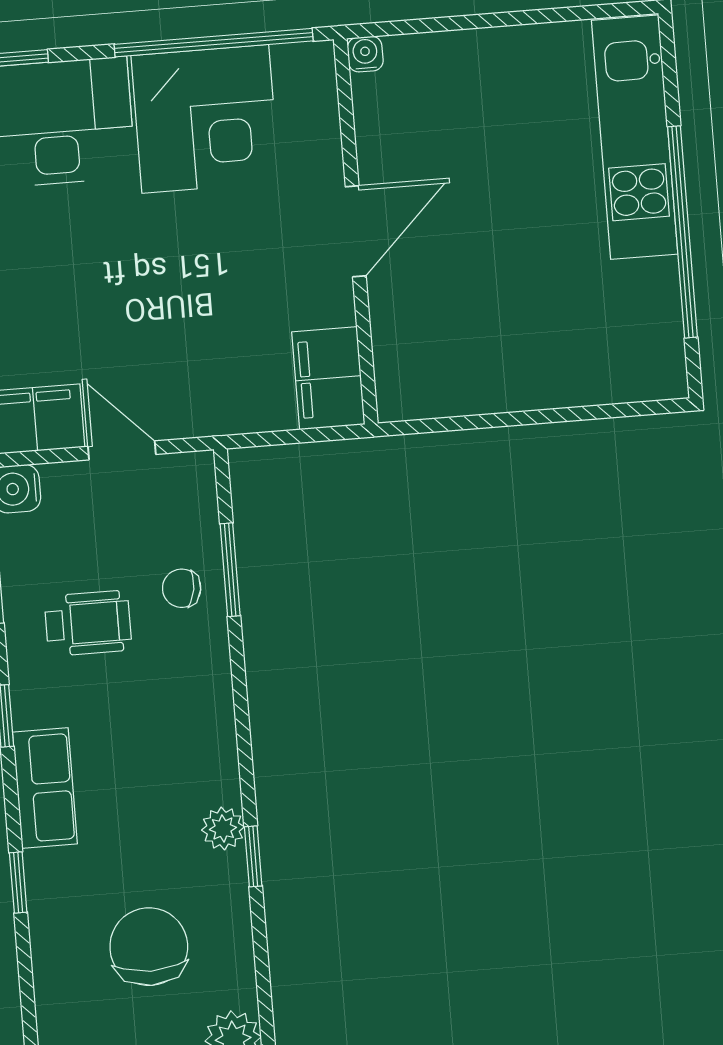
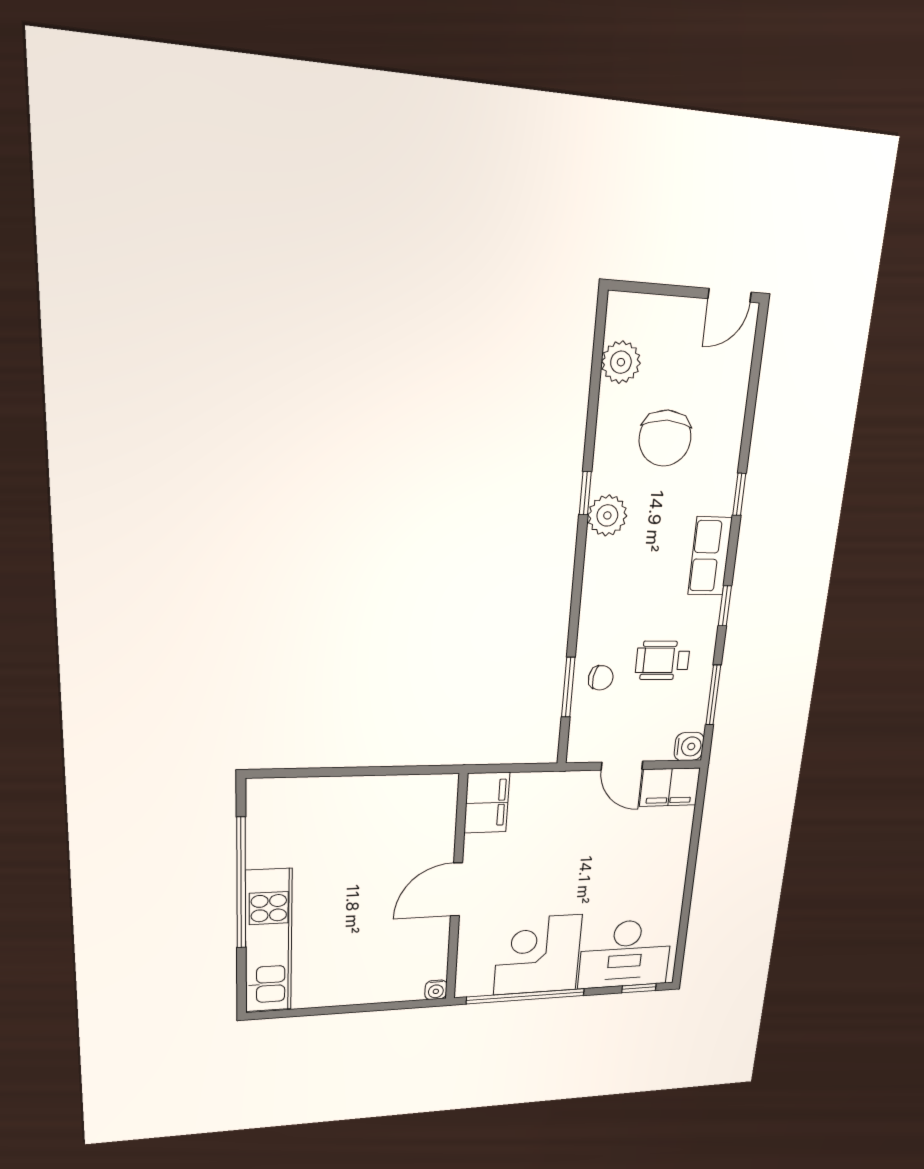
plant: (223, 828) -> (607, 515), width x1.38, depth x1.38

